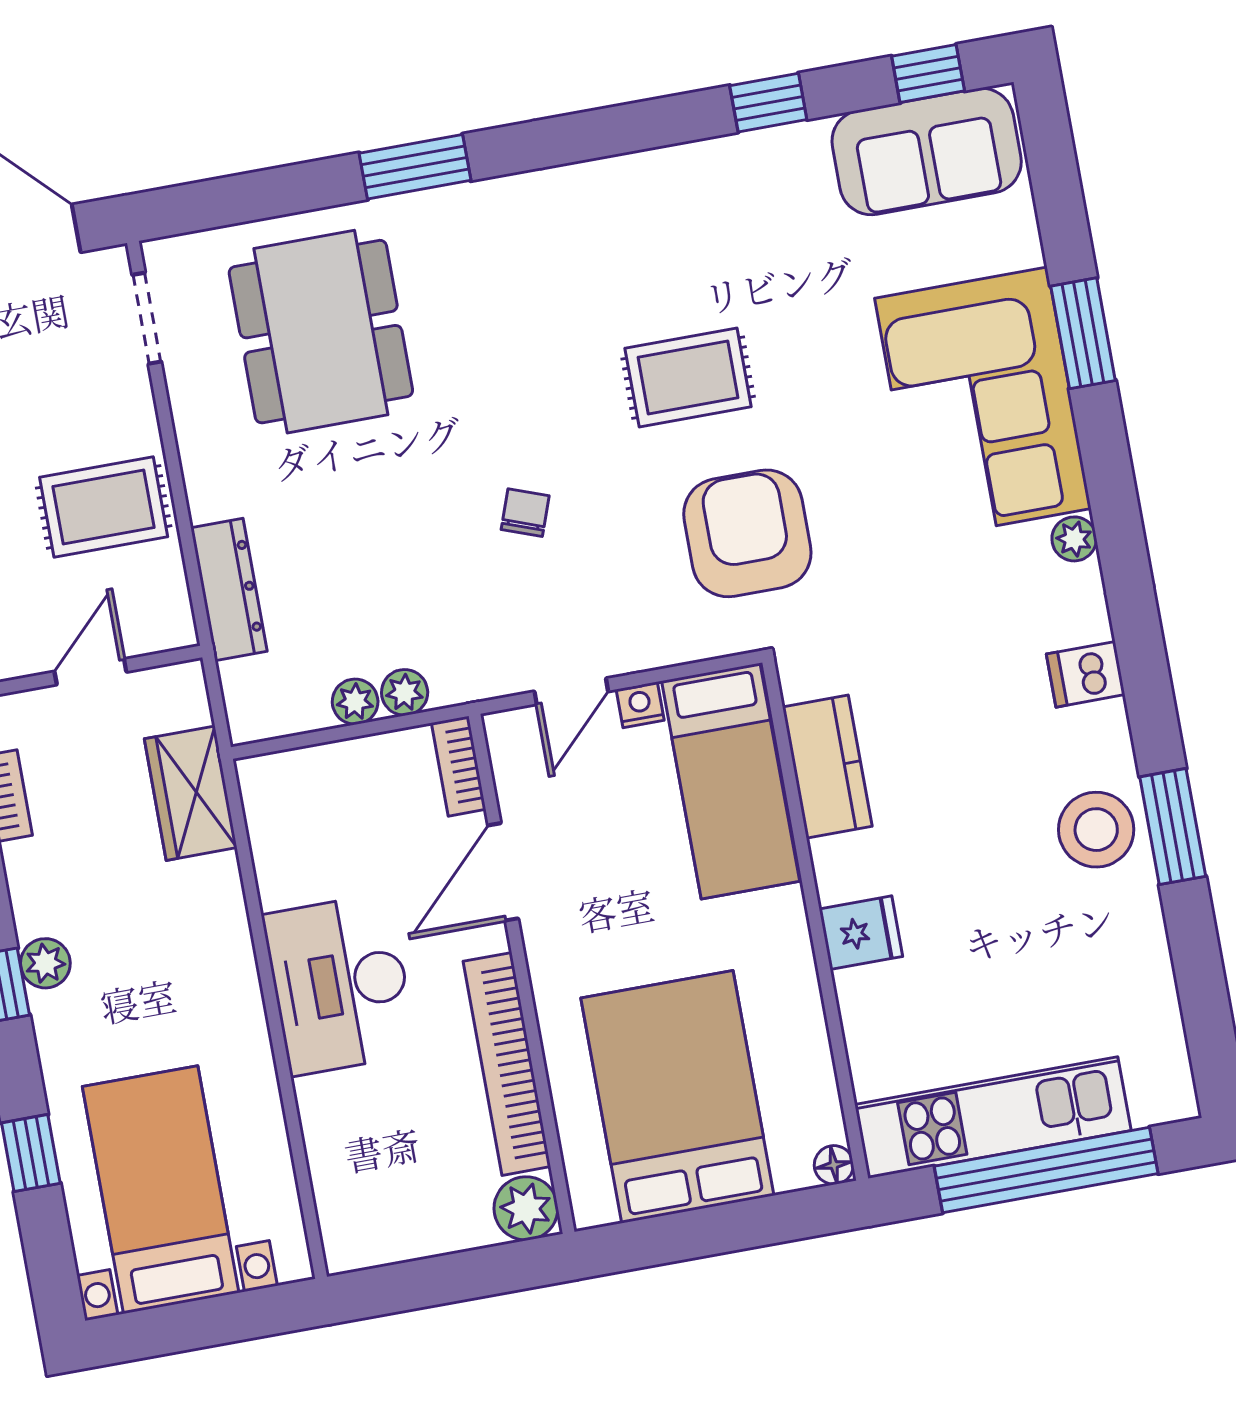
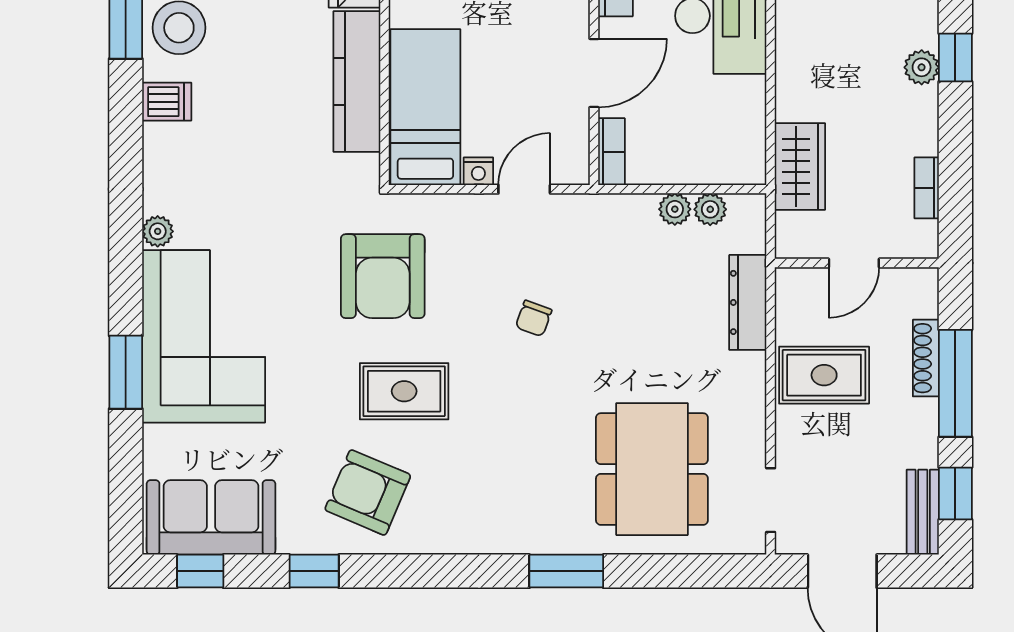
armchair: (713, 226) -> (368, 492), added
dishwasher: (1086, 674) -> (167, 102), moved
plant: (405, 692) -> (710, 209), moved
kitchen counter: (827, 767) -> (357, 82), width x1.50

